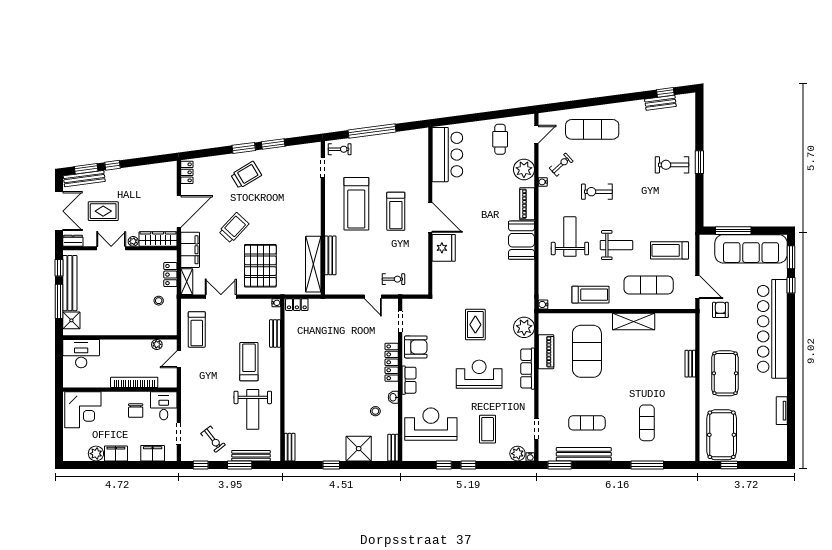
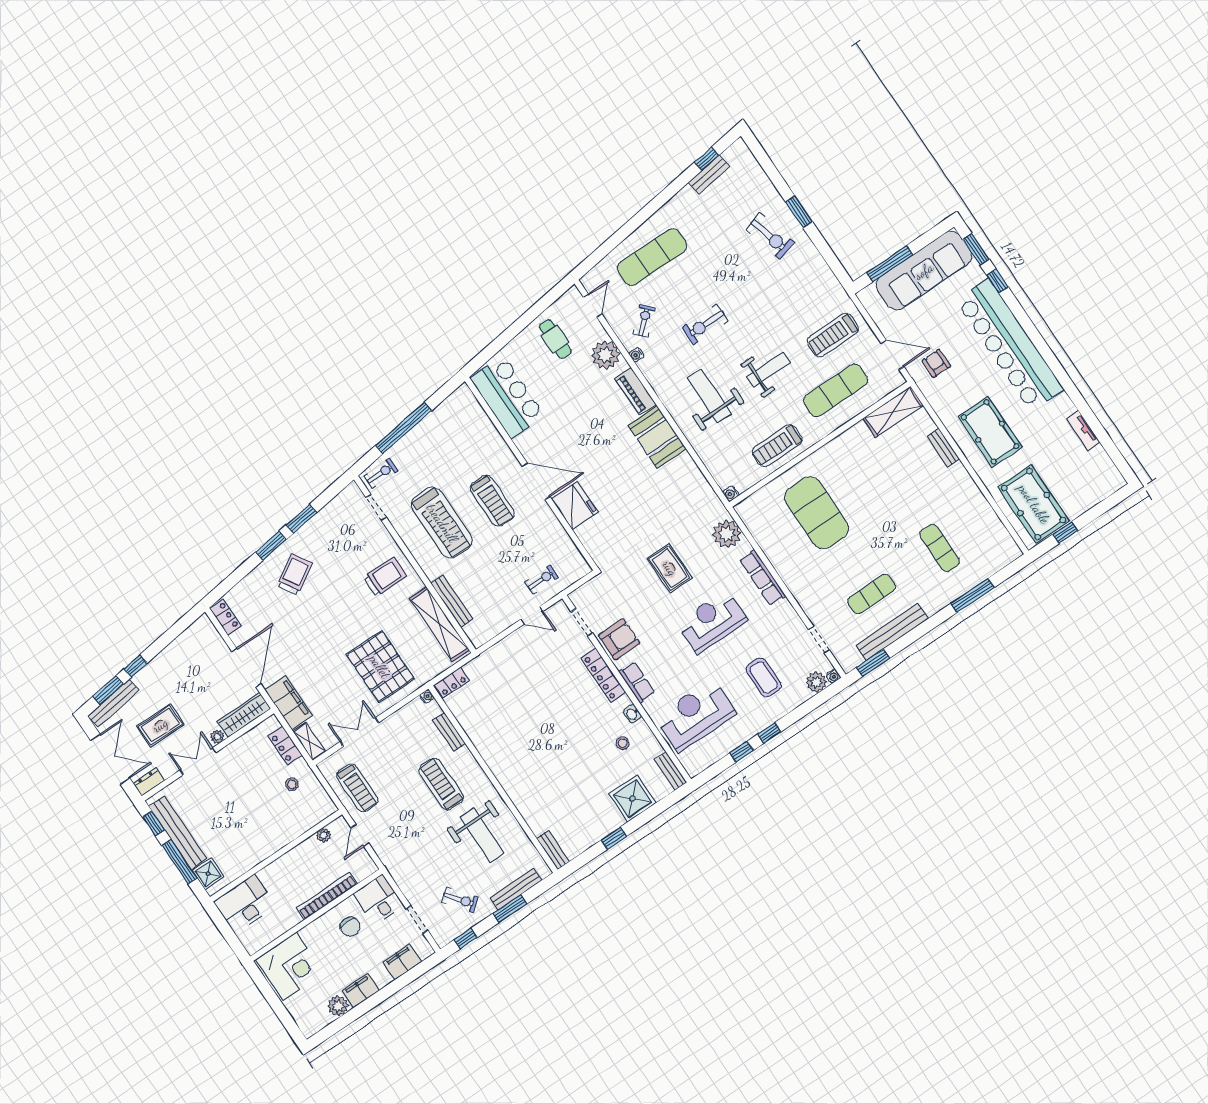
exercise bike: (672, 165) -> (770, 236), turned -105
trolley: (234, 228) -> (385, 577), moved, turned 47
treadmill: (591, 295) -> (777, 446), turned 180
shelving: (634, 321) -> (893, 412), moved
piano: (546, 352) -> (770, 545), removed

